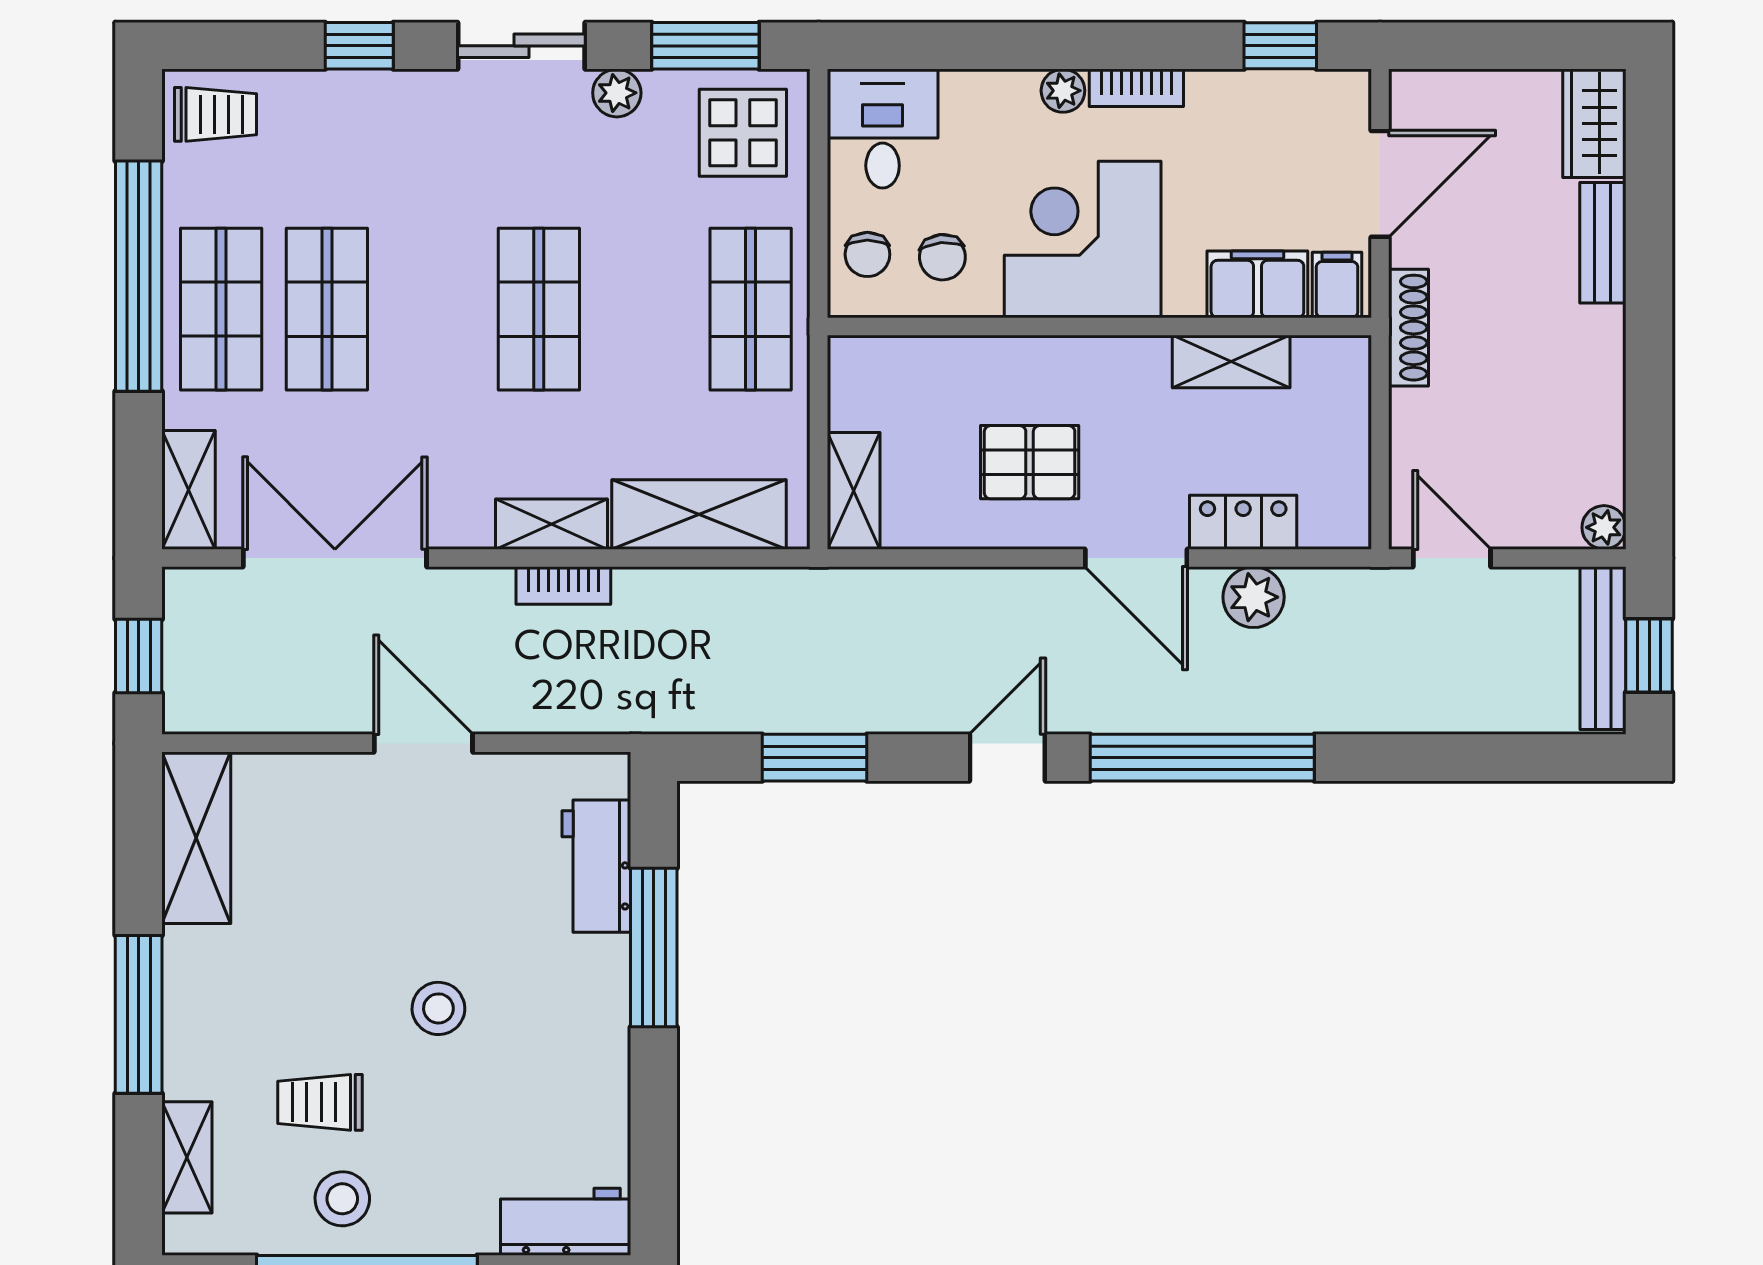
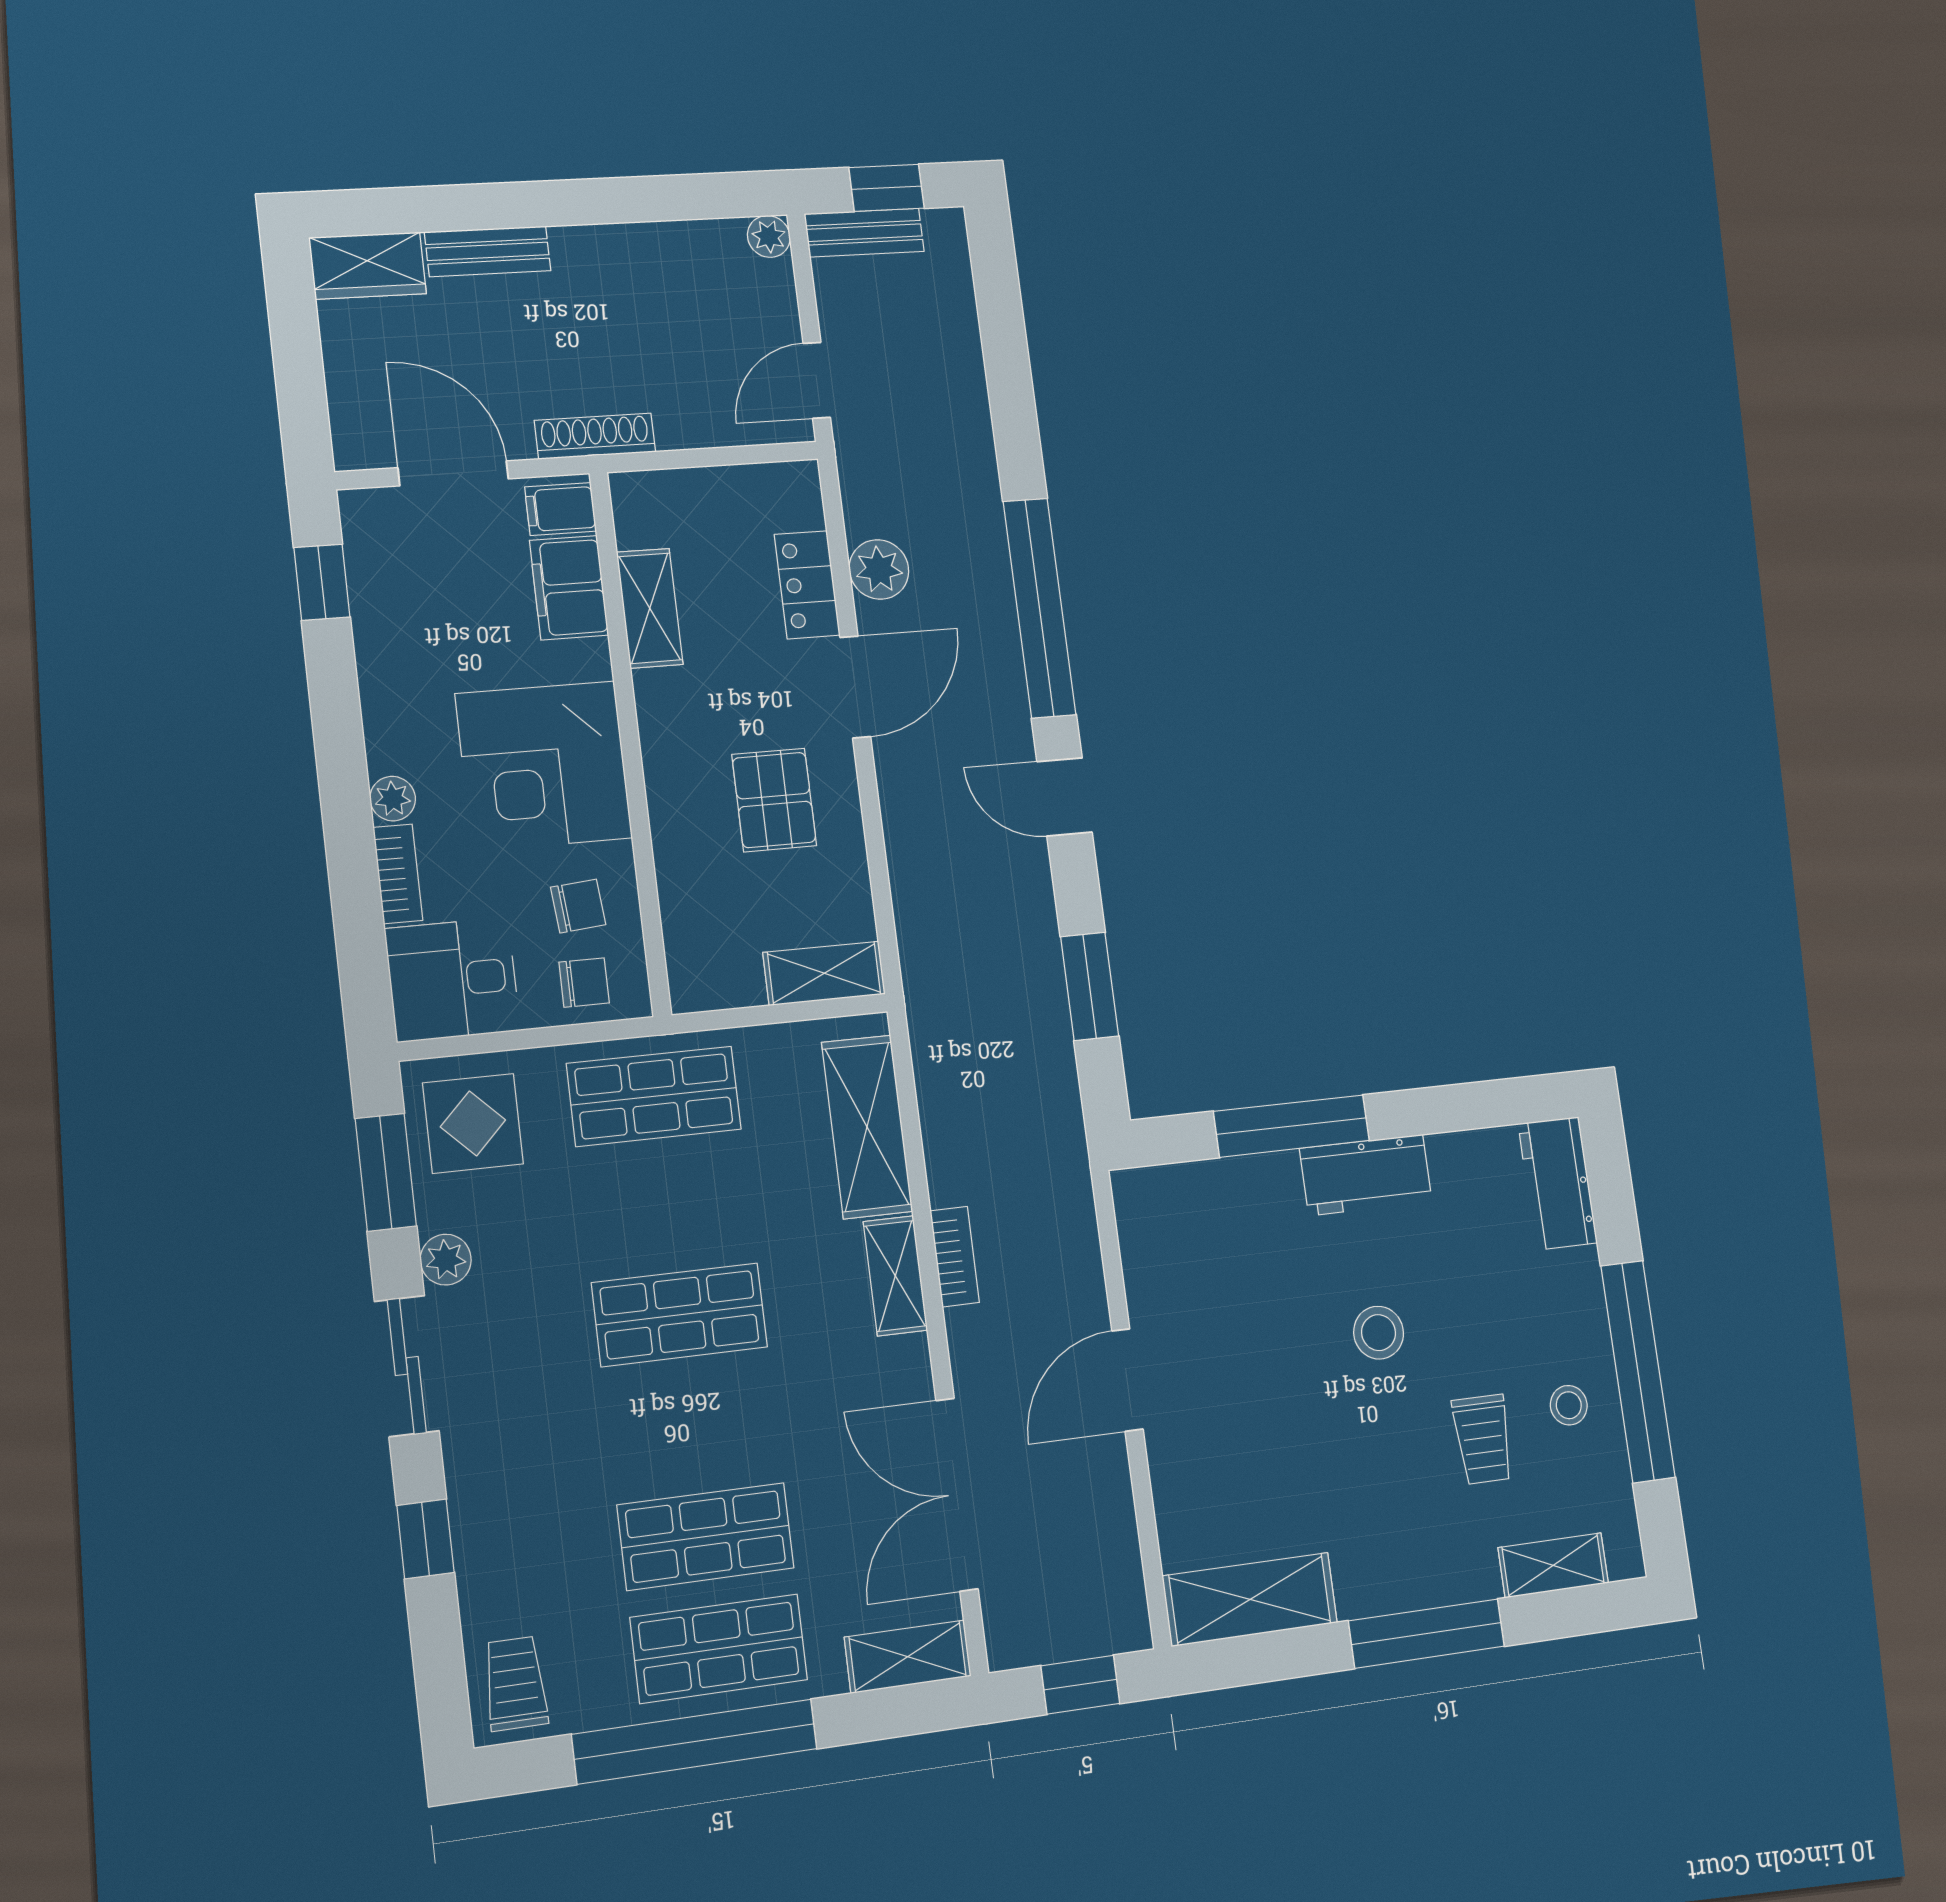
bookcase: (1136, 88) -> (398, 874), moved
bench: (1603, 648) -> (864, 233), width x0.73
workbench: (596, 866) -> (1366, 1175), moved
stool: (342, 1199) -> (1569, 1405), width x0.73, depth x0.73

